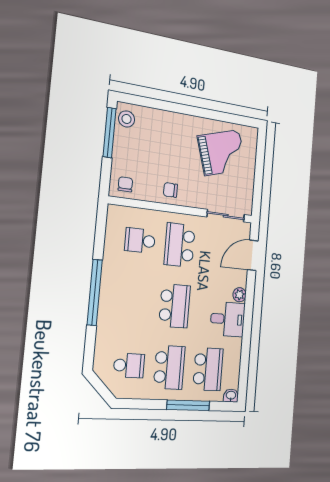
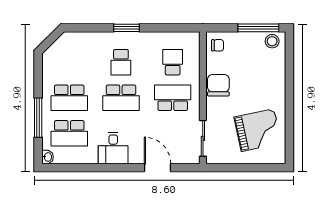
grand piano: (222, 153) -> (258, 130), turned -85
chair: (170, 190) -> (218, 85), width x1.87, depth x1.87
door: (253, 255) -> (158, 168), moved
window: (95, 292) -> (127, 28), width x0.47
plant: (239, 295) -> (135, 158), removed
school desk: (129, 365) -> (121, 62), moved

